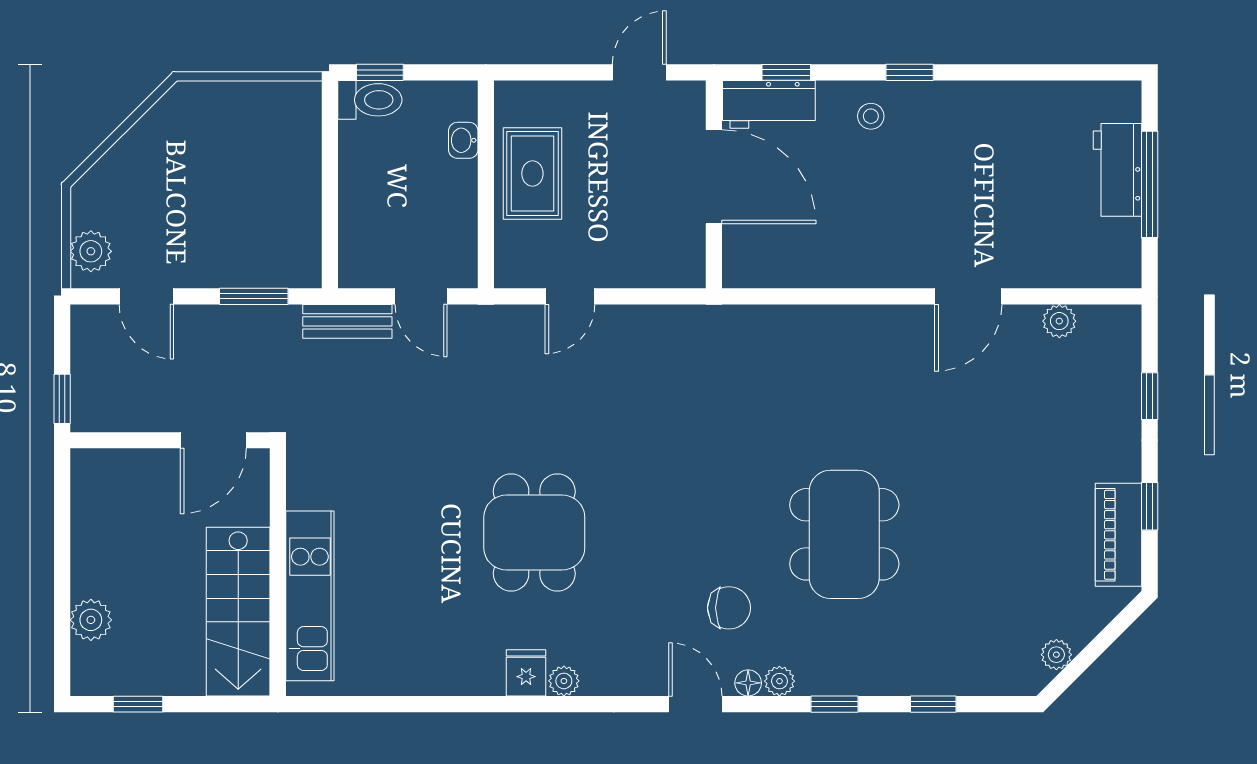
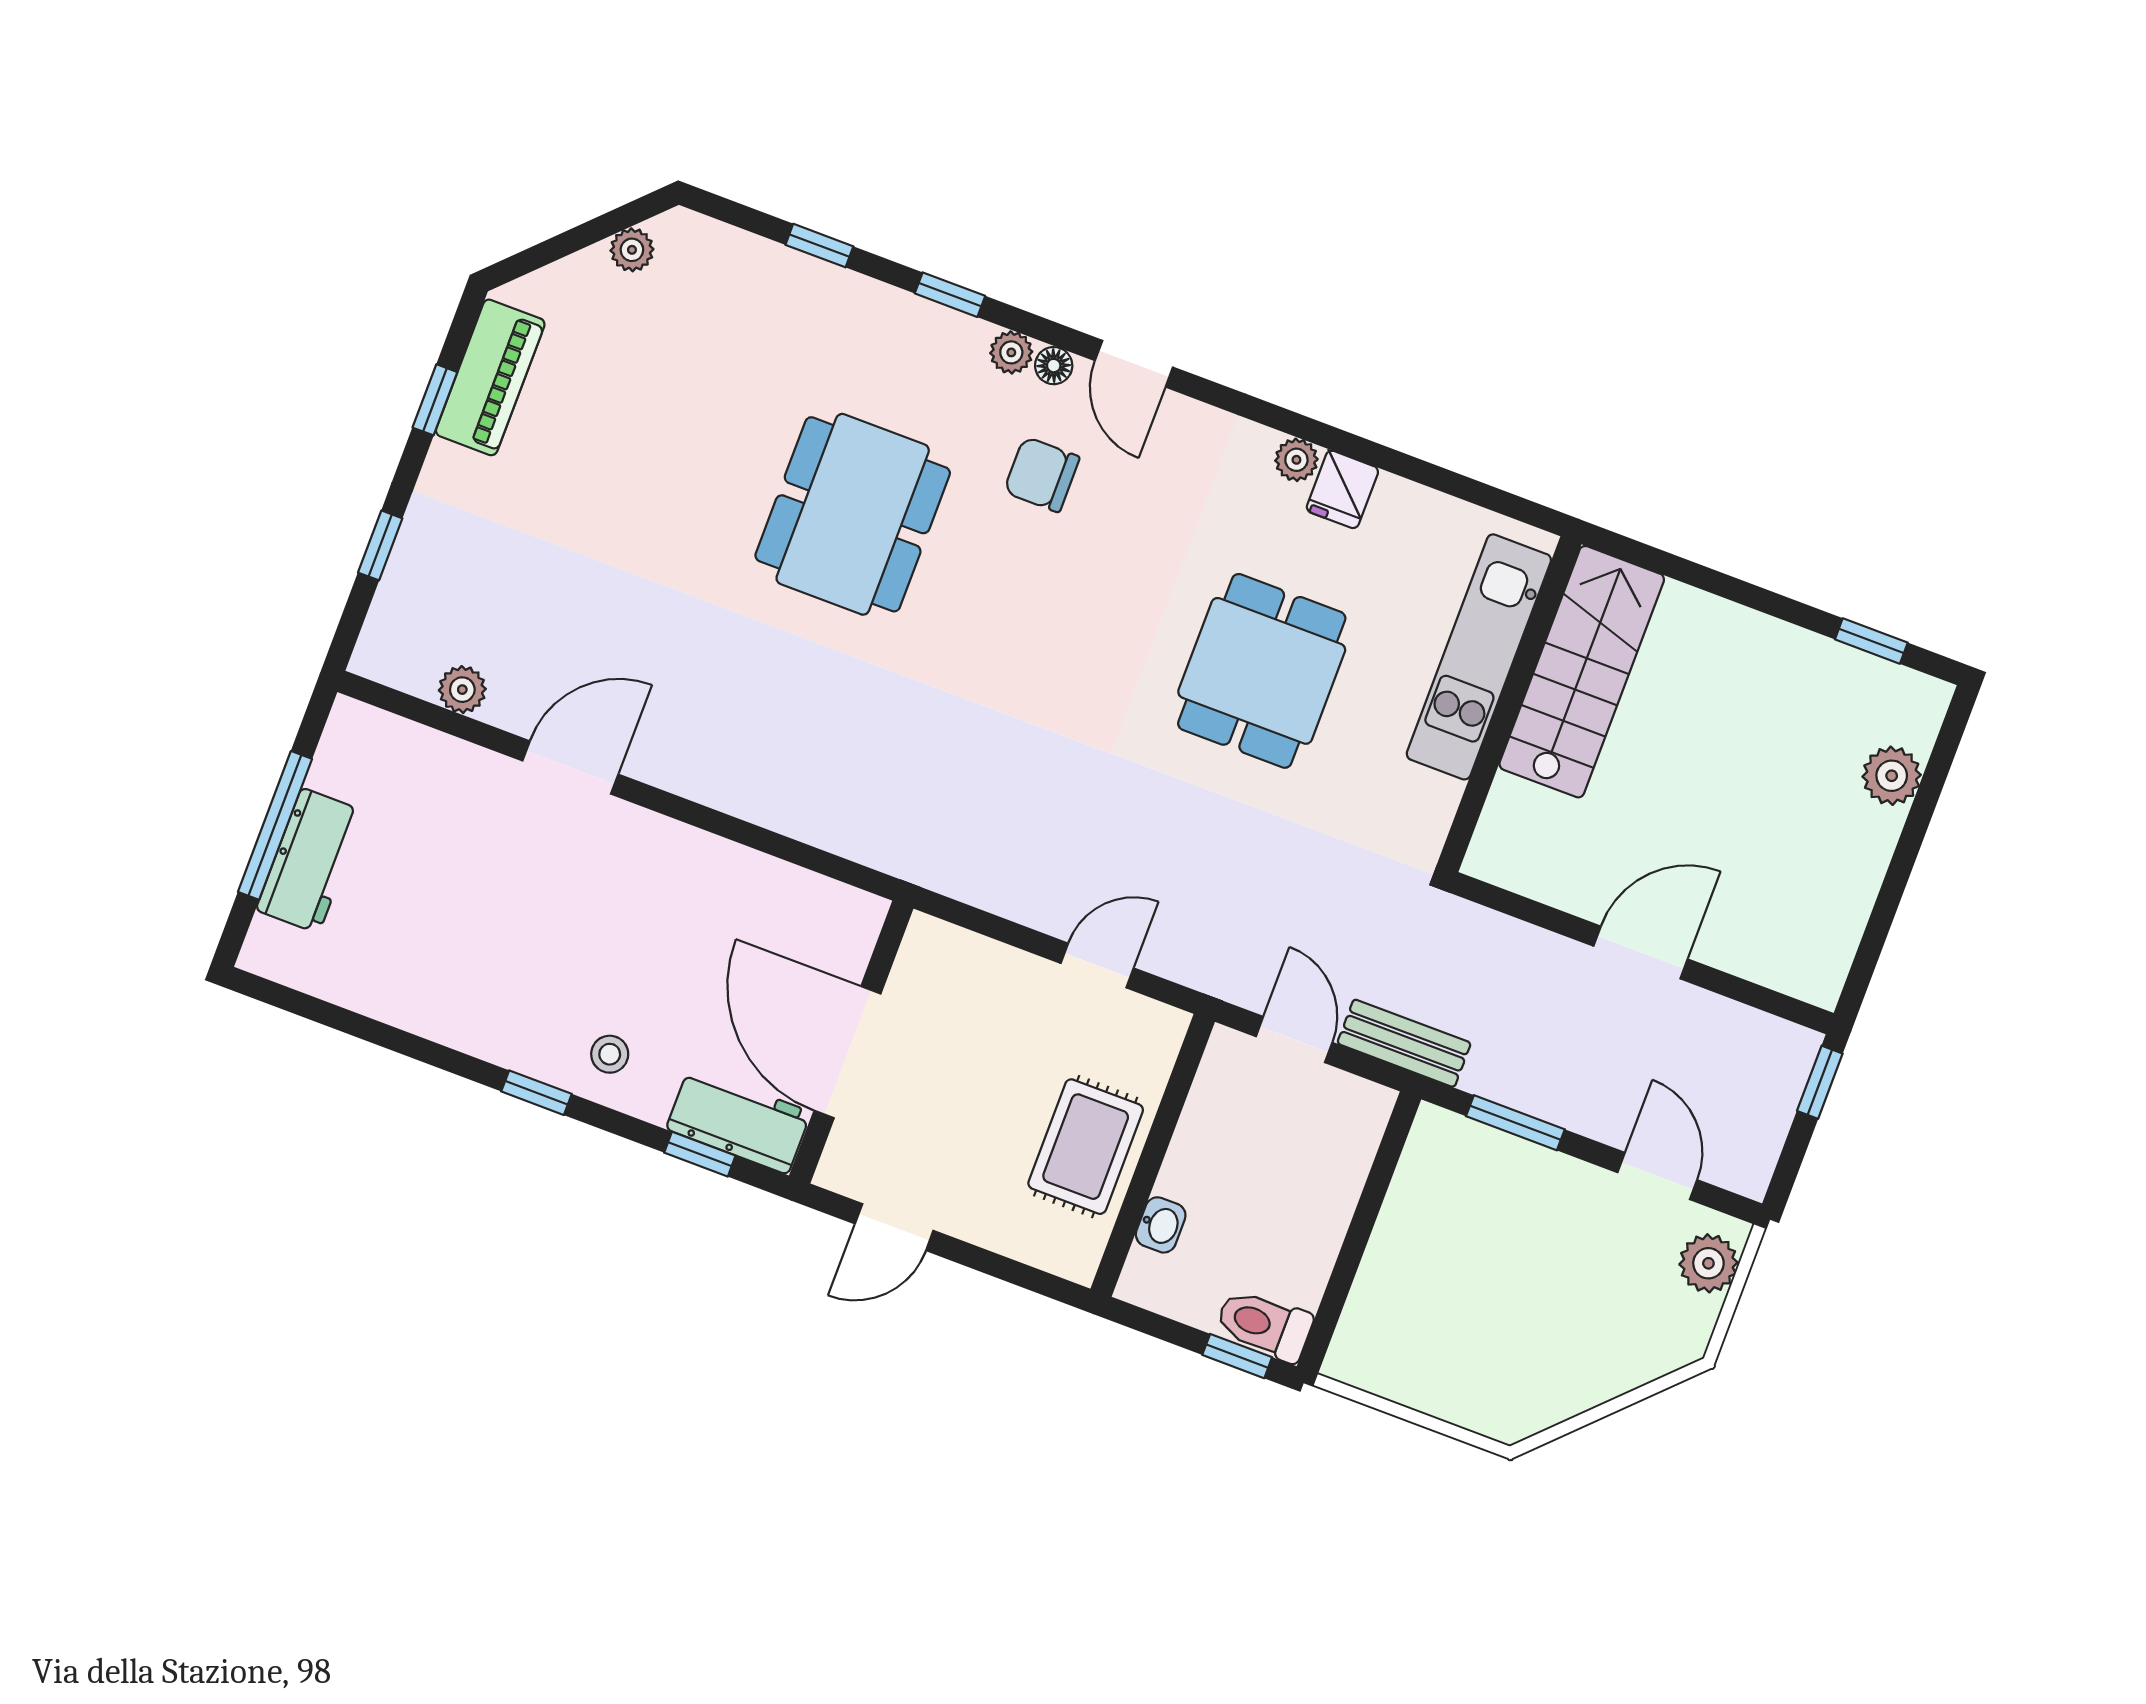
wall: (278, 572) -> (1509, 704), moved
kitchen unit: (310, 596) -> (1479, 657), moved
stairs: (238, 612) -> (1582, 672), moved

